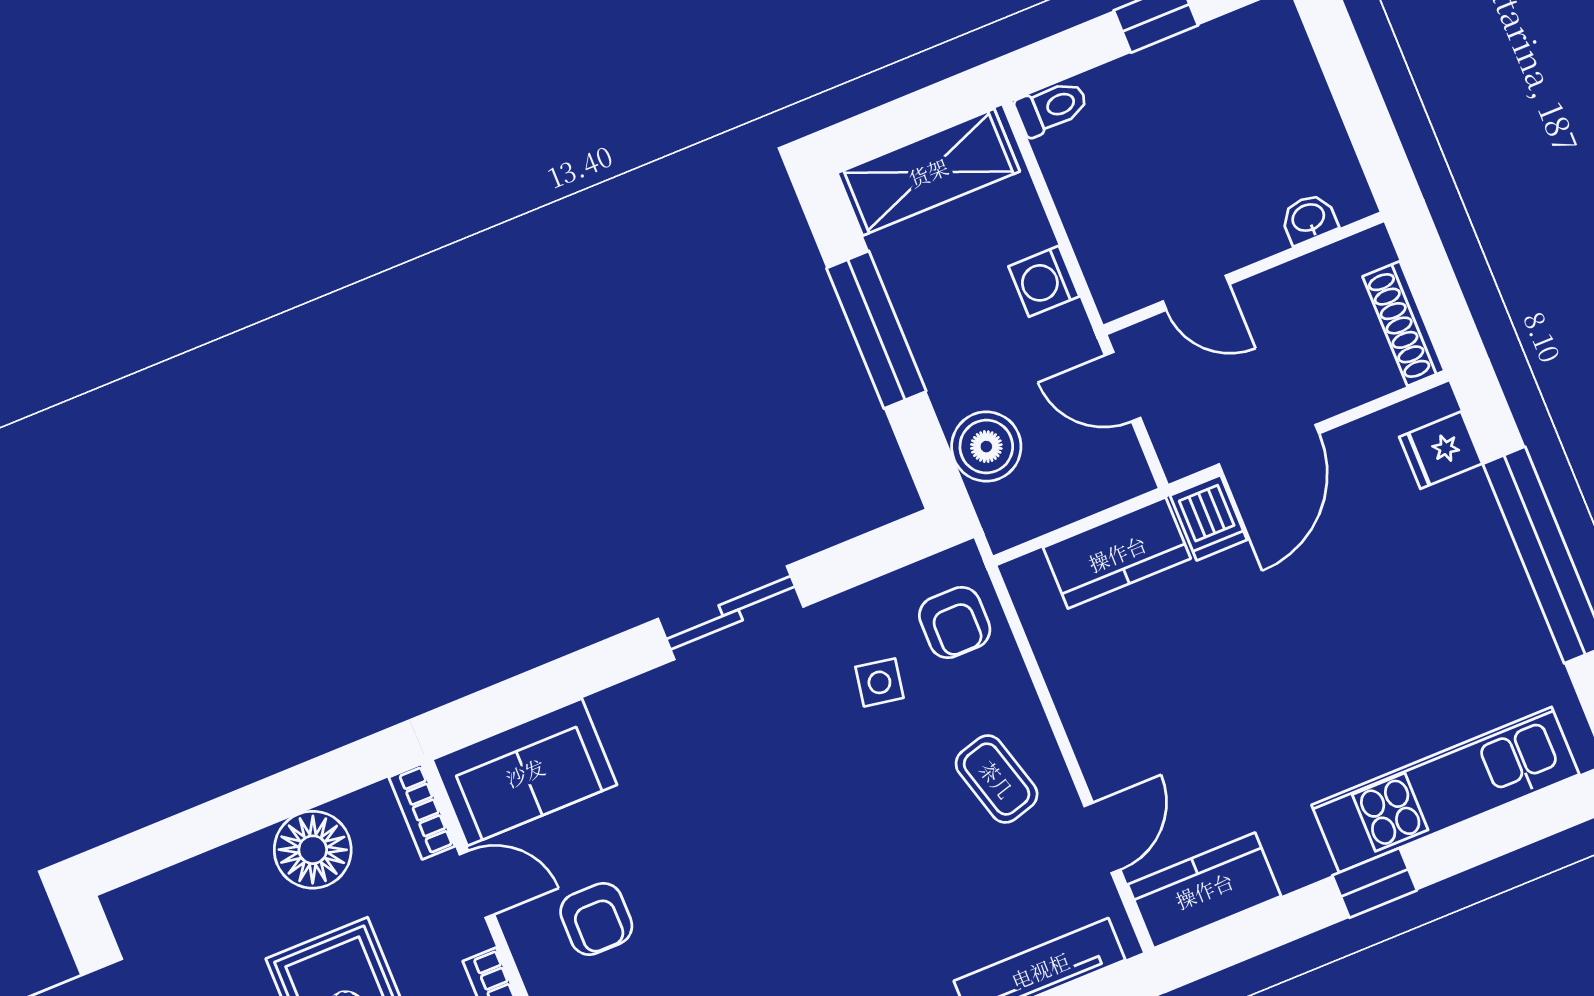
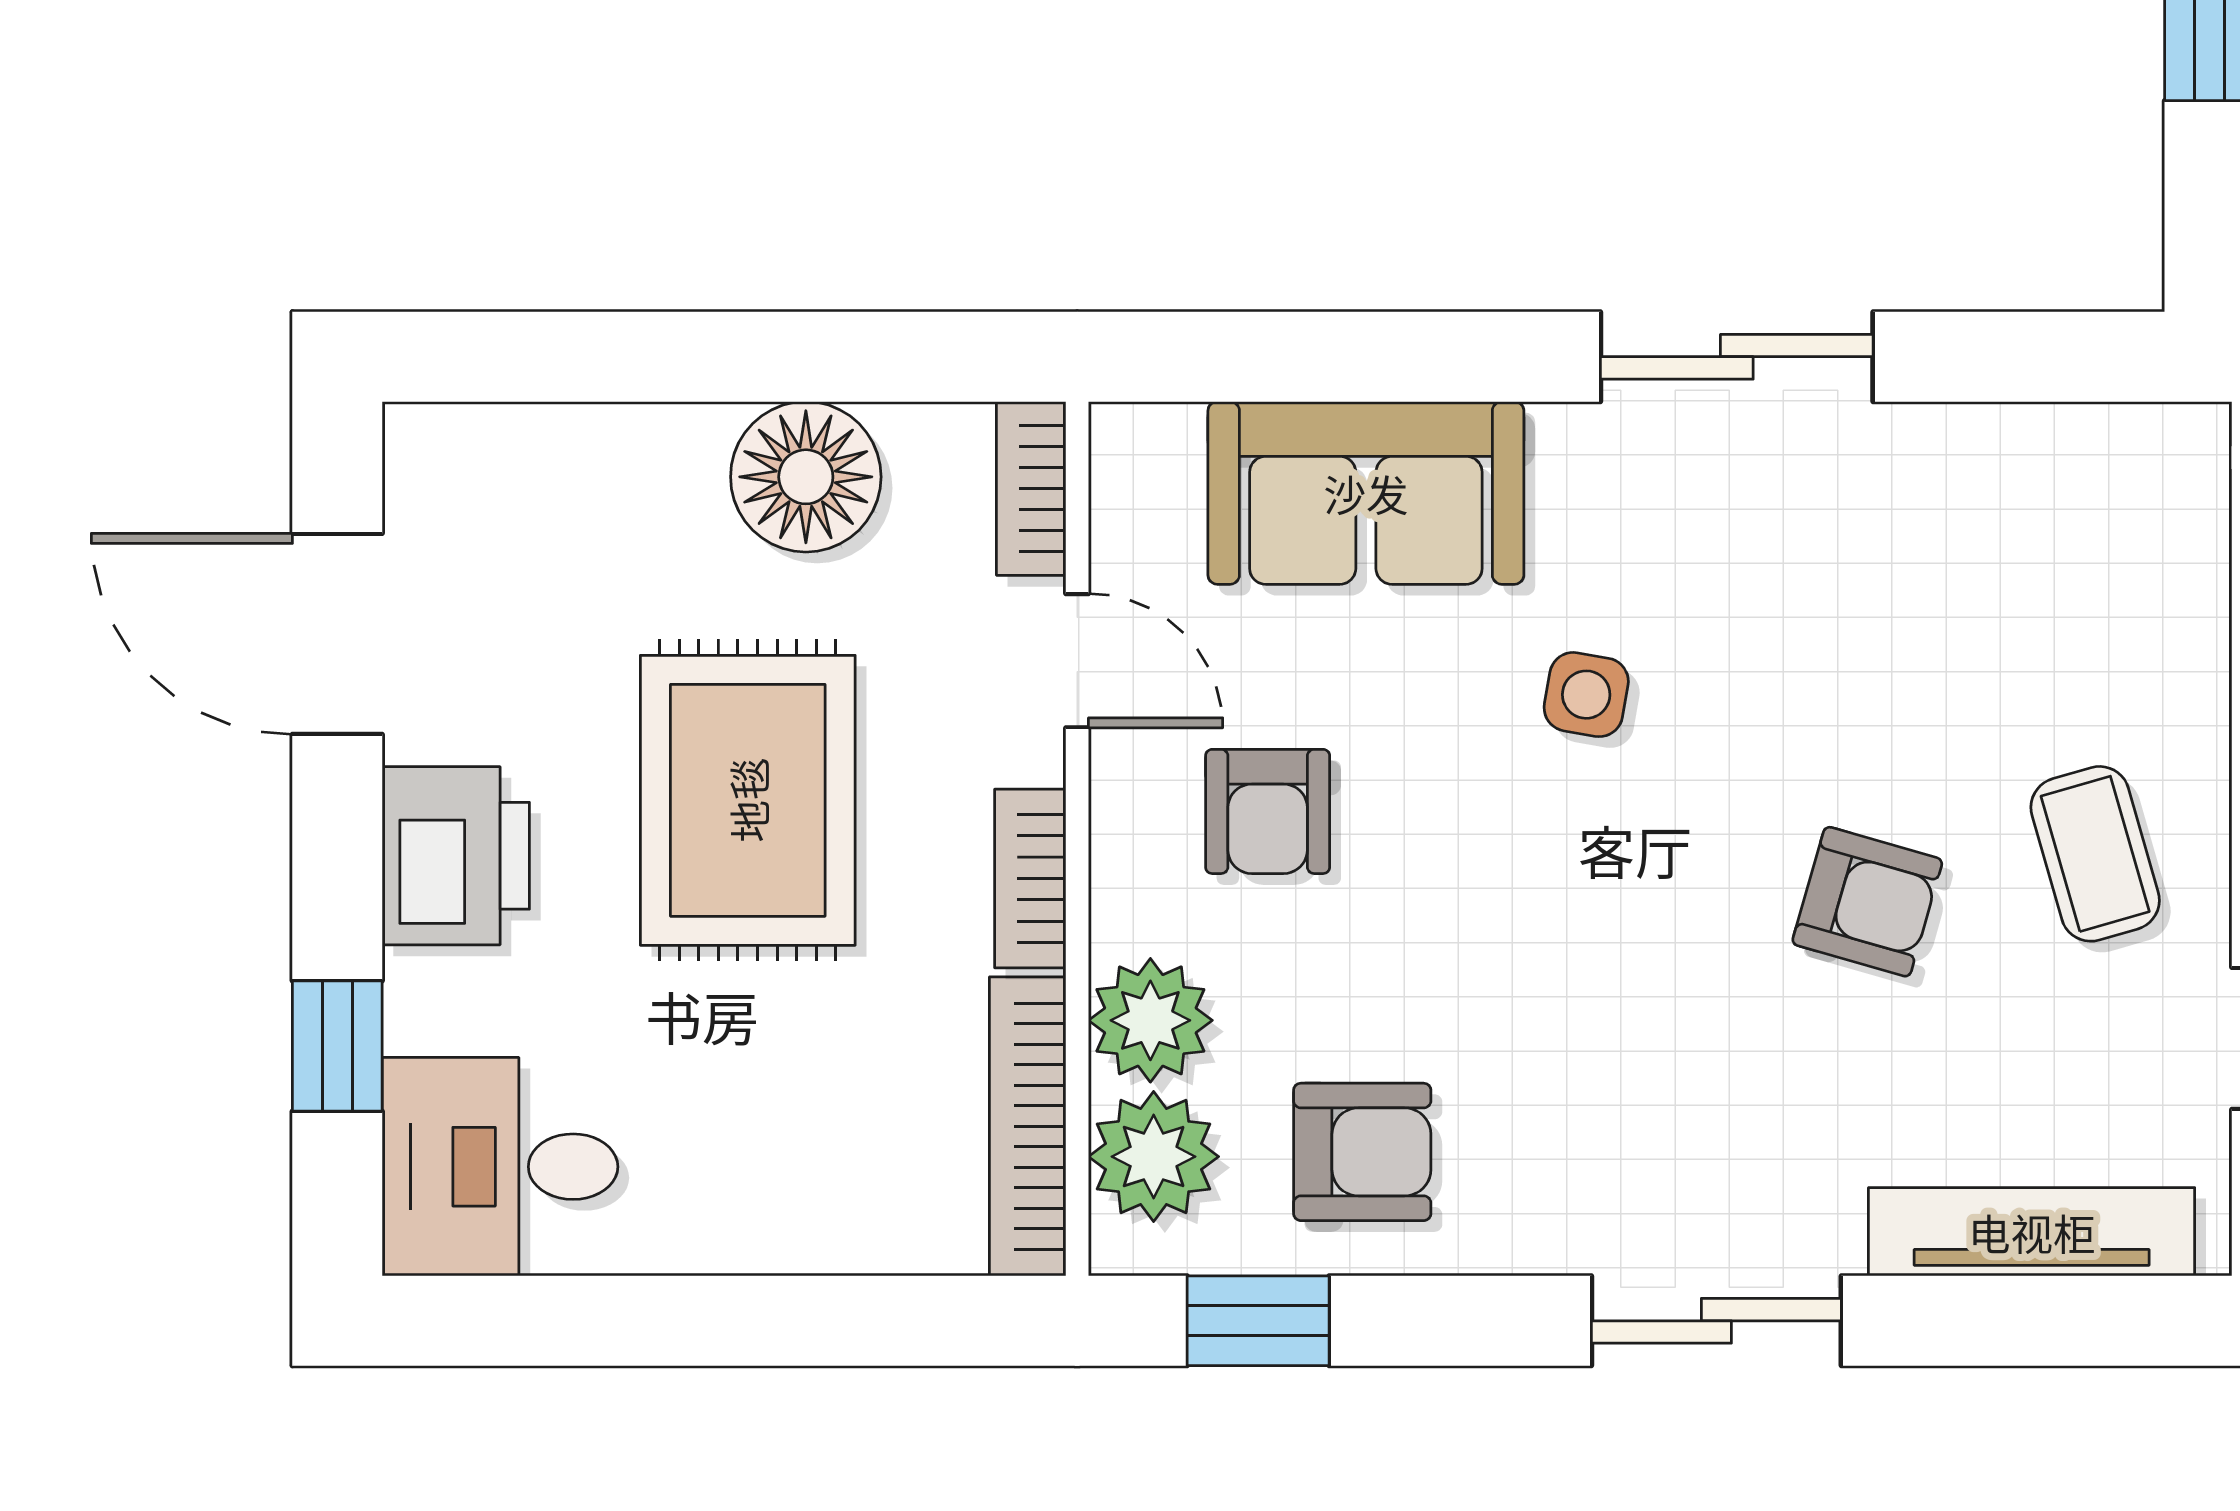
armchair: (955, 623) -> (1867, 902), moved, turned -74
side table: (879, 682) -> (1586, 695), moved
sofa: (525, 772) -> (1366, 493), moved

